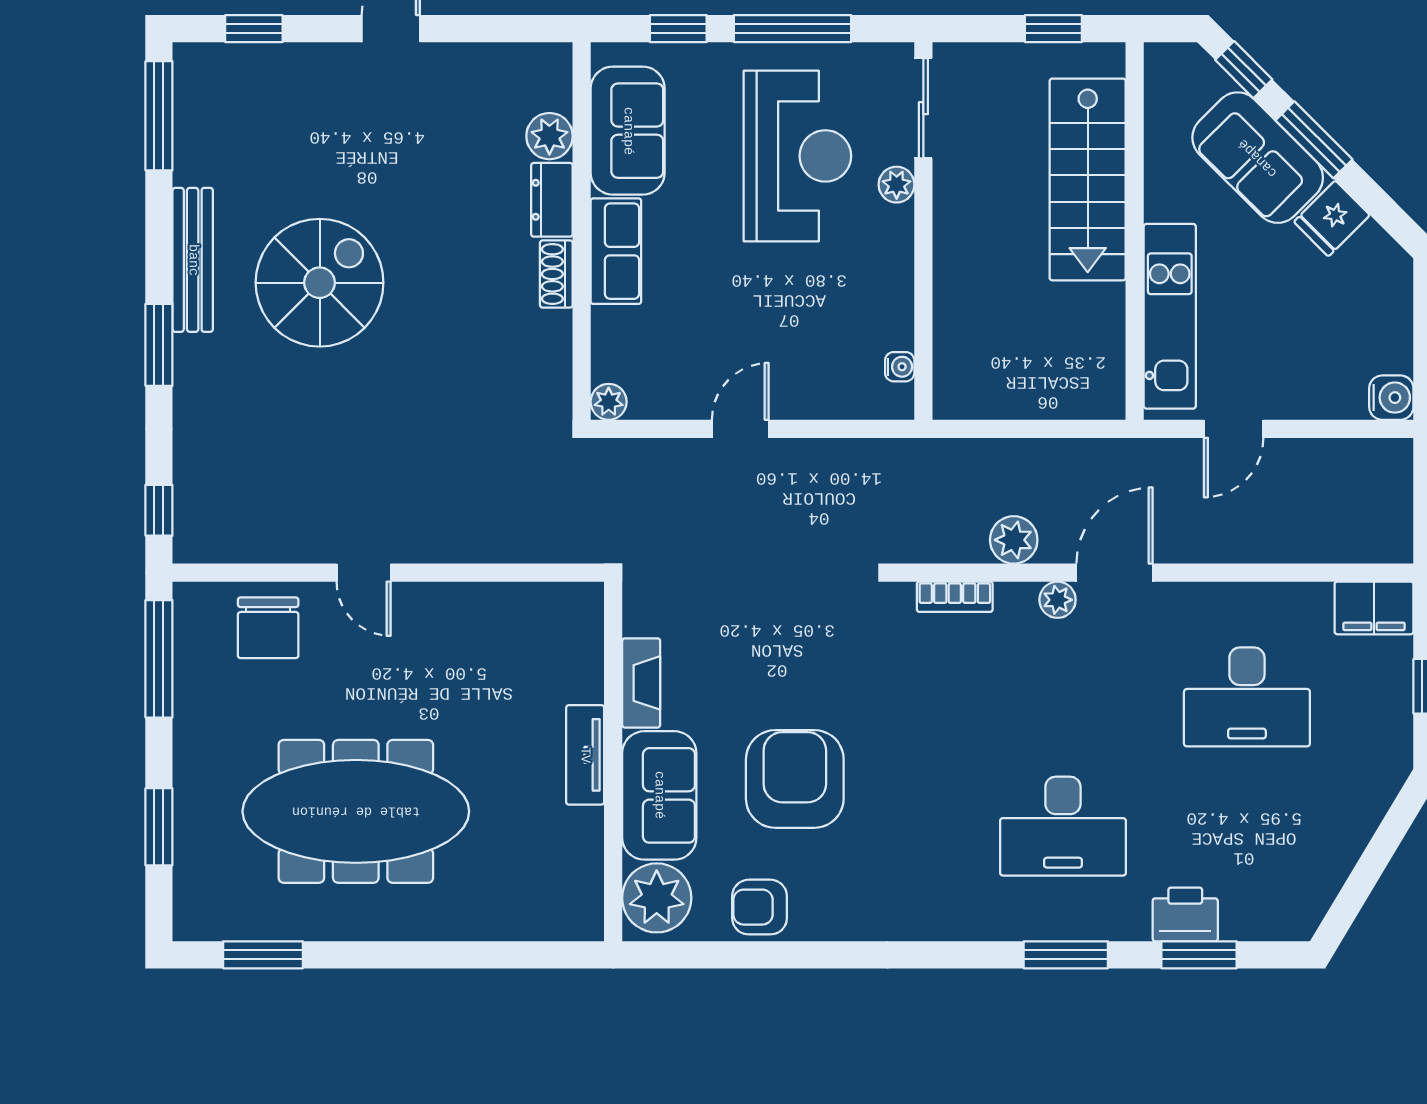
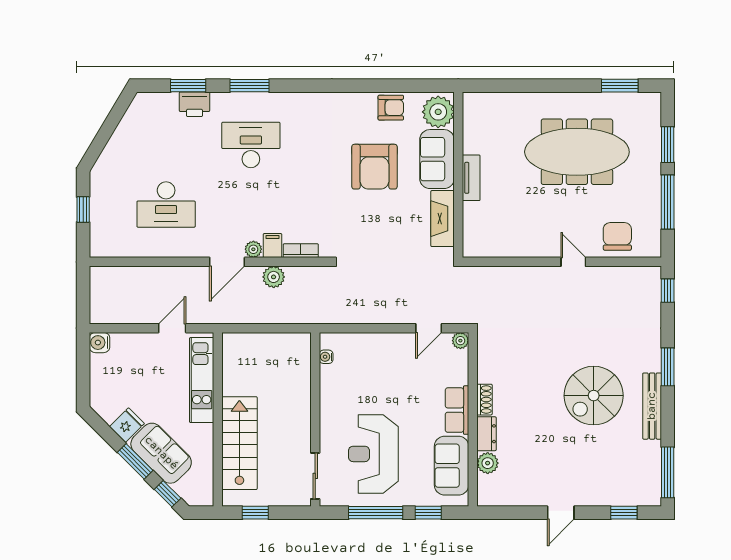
plant: (897, 185) -> (328, 441), removed
door: (740, 429) -> (429, 328), moved
filing cabinet: (1374, 608) -> (272, 246), moved, width x0.50
window: (159, 659) -> (668, 202), moved
fireplace: (641, 683) -> (443, 219), width x1.37, depth x1.32
desk: (1247, 697) -> (166, 205), turned 180

